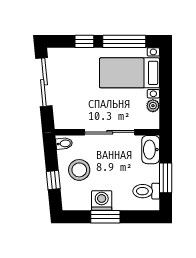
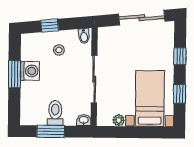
window: (124, 41) -> (180, 94), width x0.46
washbasin: (151, 150) -> (84, 120), width x0.52, depth x0.69
stool: (79, 170) -> (59, 50), width x0.53, depth x0.53
toilet: (146, 191) -> (55, 113), moved

